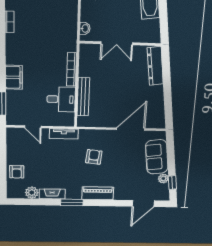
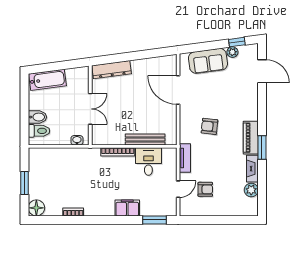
armchair: (17, 172) -> (205, 189), moved
piano: (98, 193) -> (251, 138), moved

